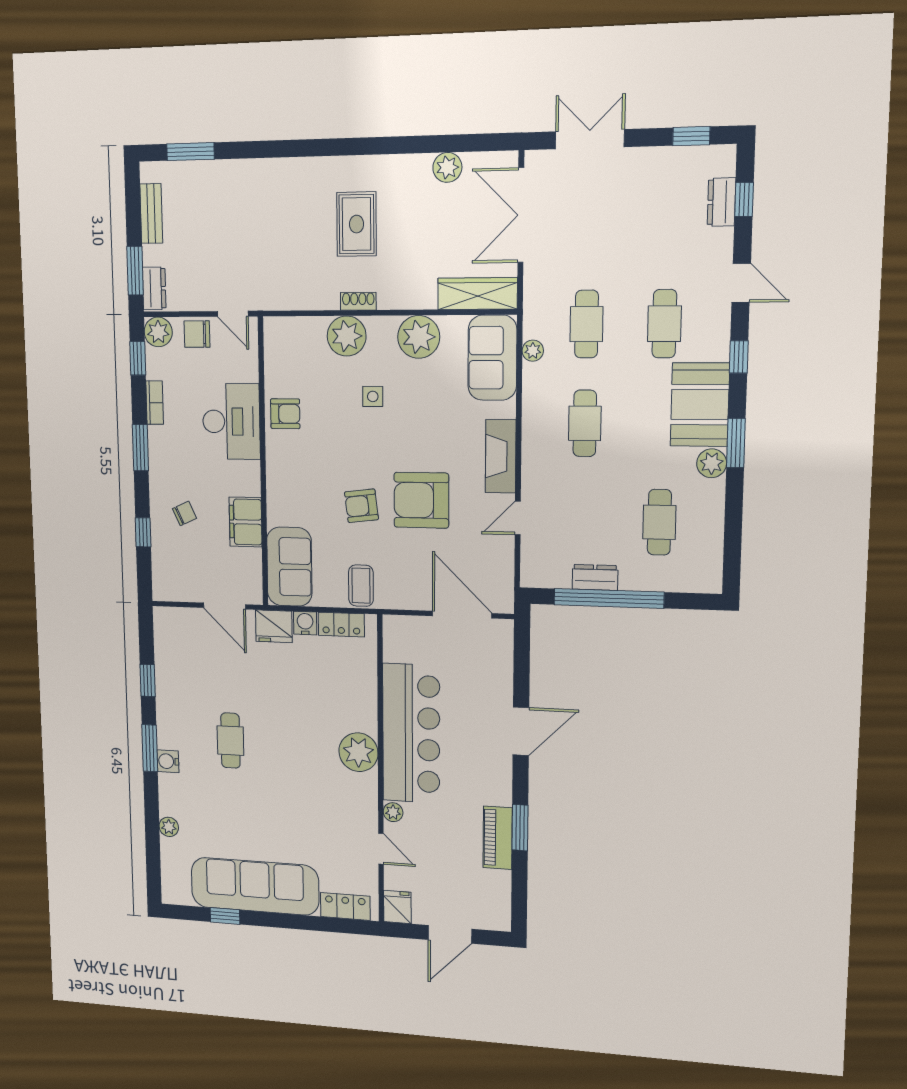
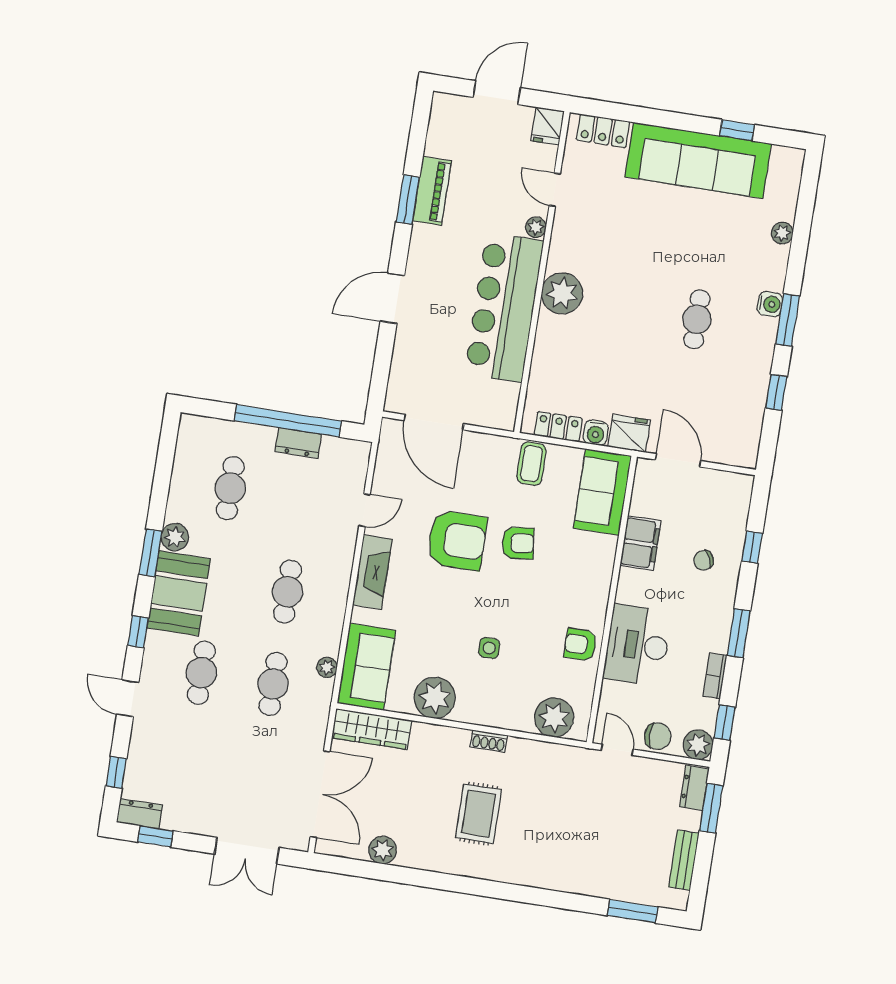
dresser: (721, 202) -> (140, 814), moved, turned -90
plant: (347, 336) -> (554, 717), moved

